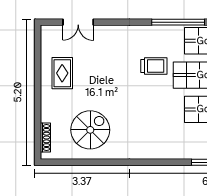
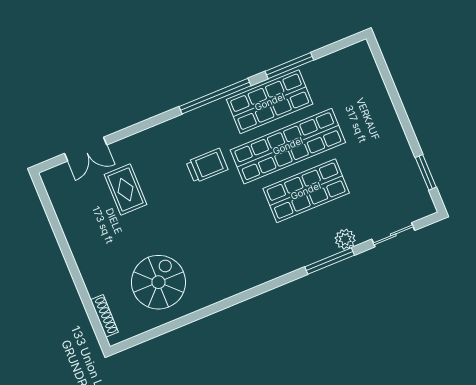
rug: (62, 73) -> (126, 190), moved

